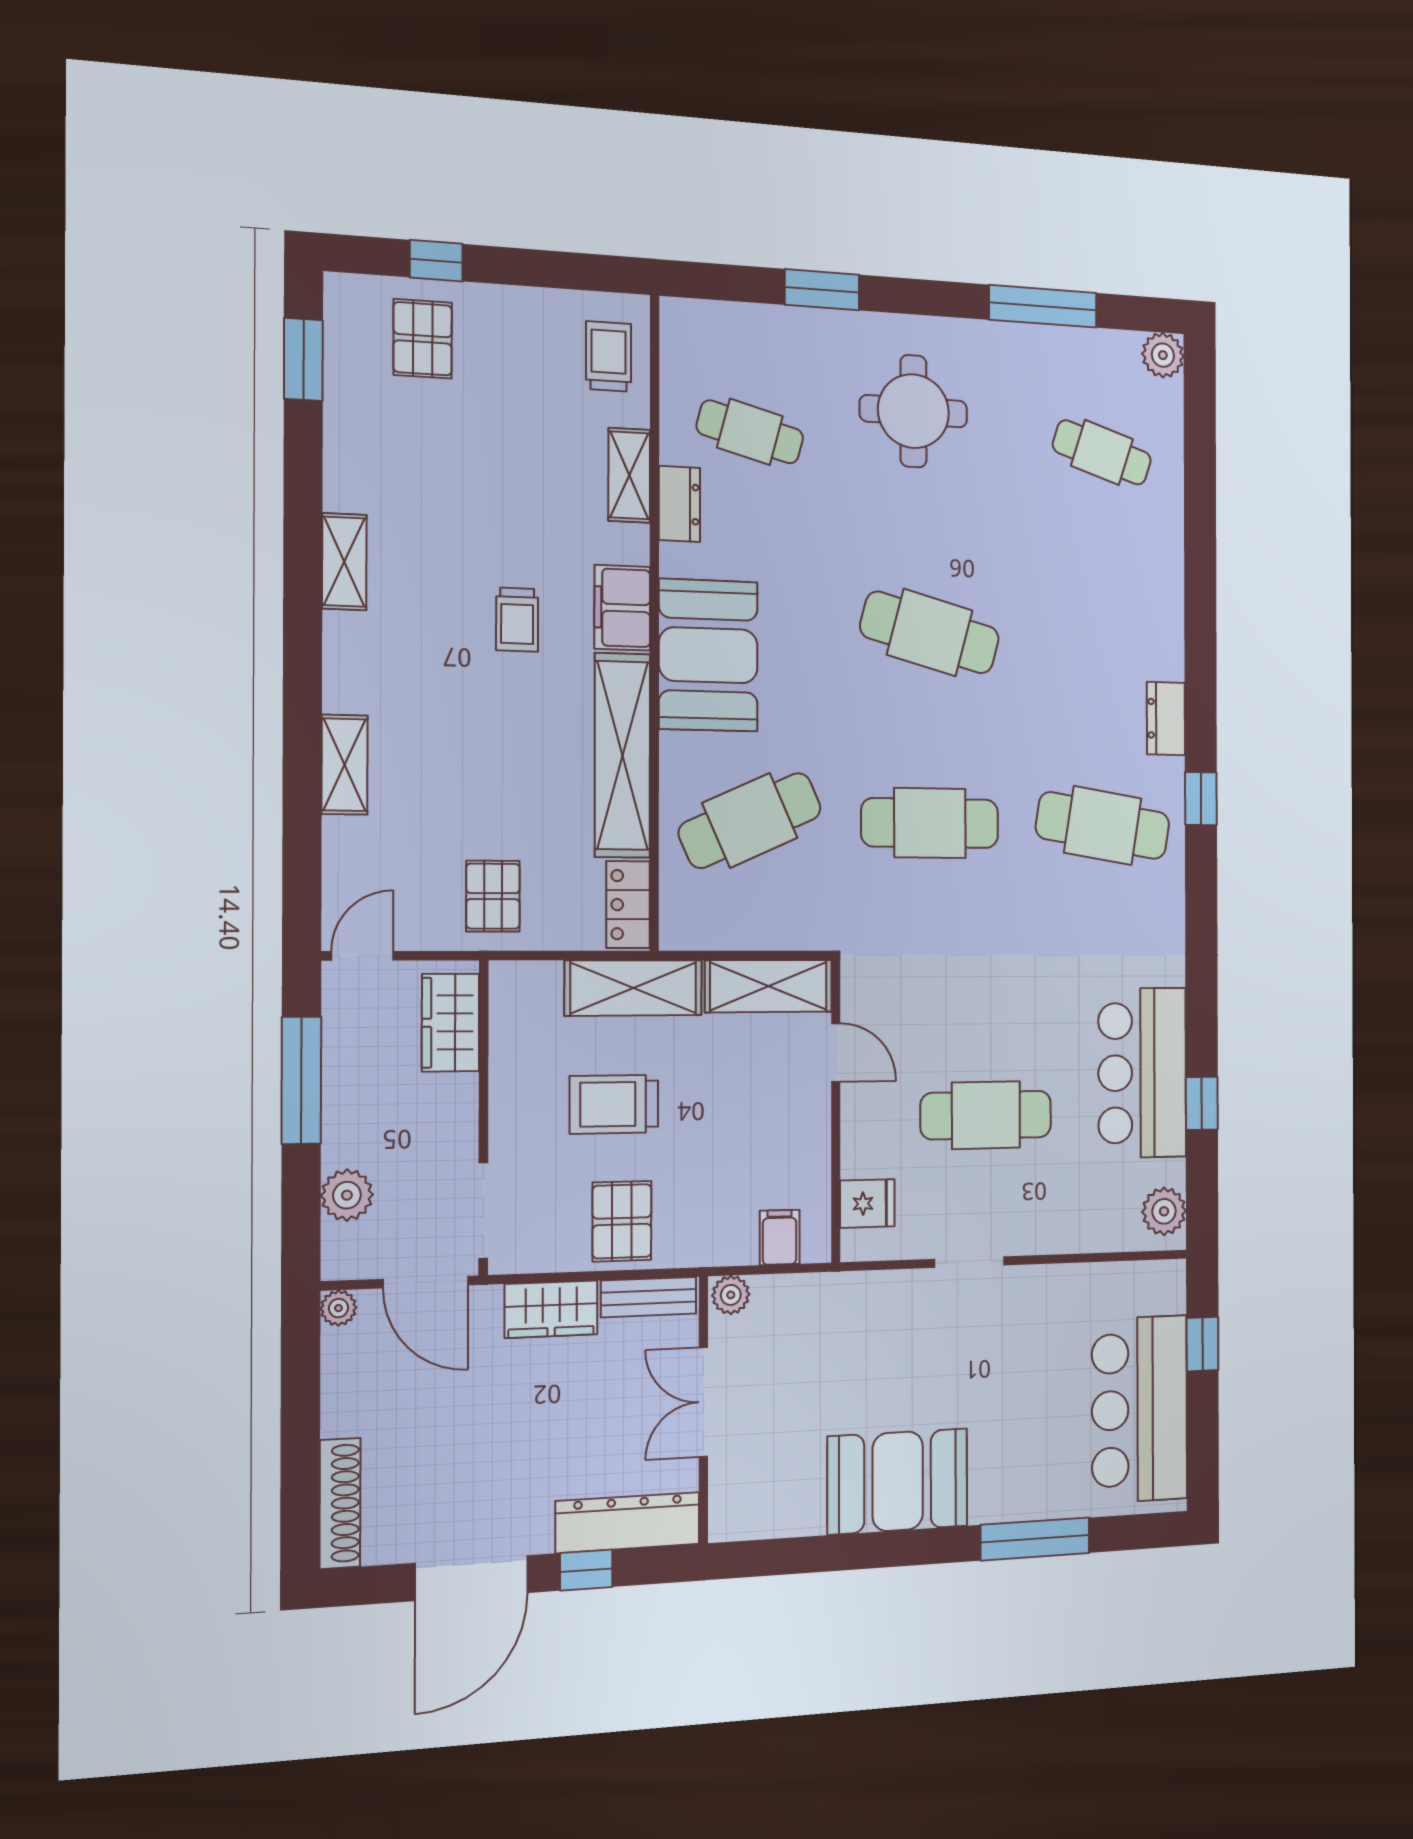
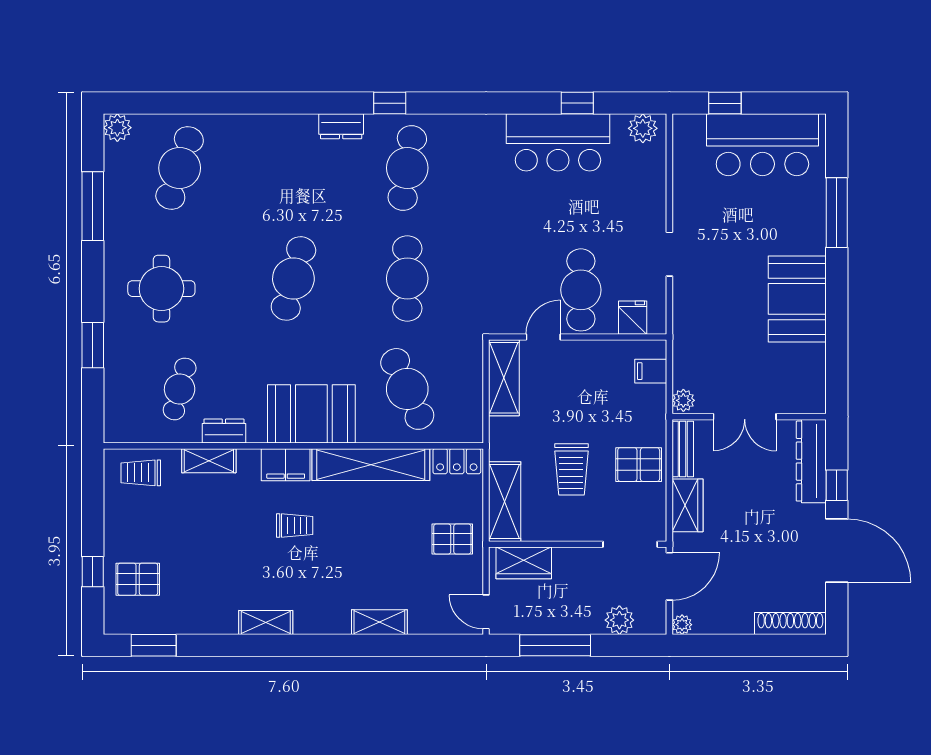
cafe table: (1102, 452) -> (180, 168), width x1.37, depth x1.35
shelving: (633, 988) -> (505, 502), moved
cafe table: (986, 1115) -> (581, 290), moved

